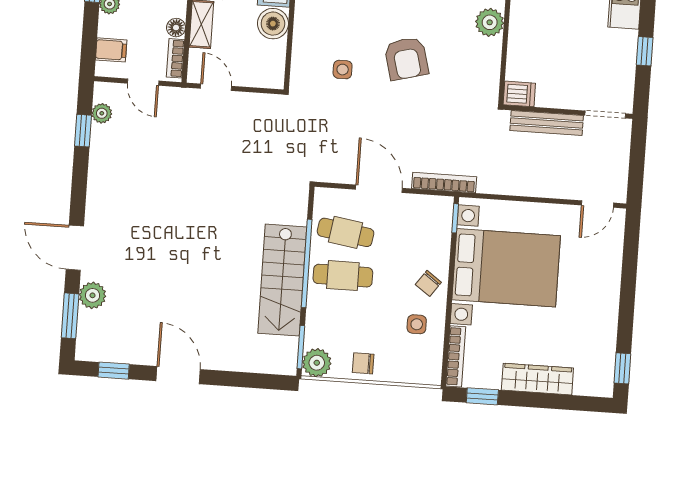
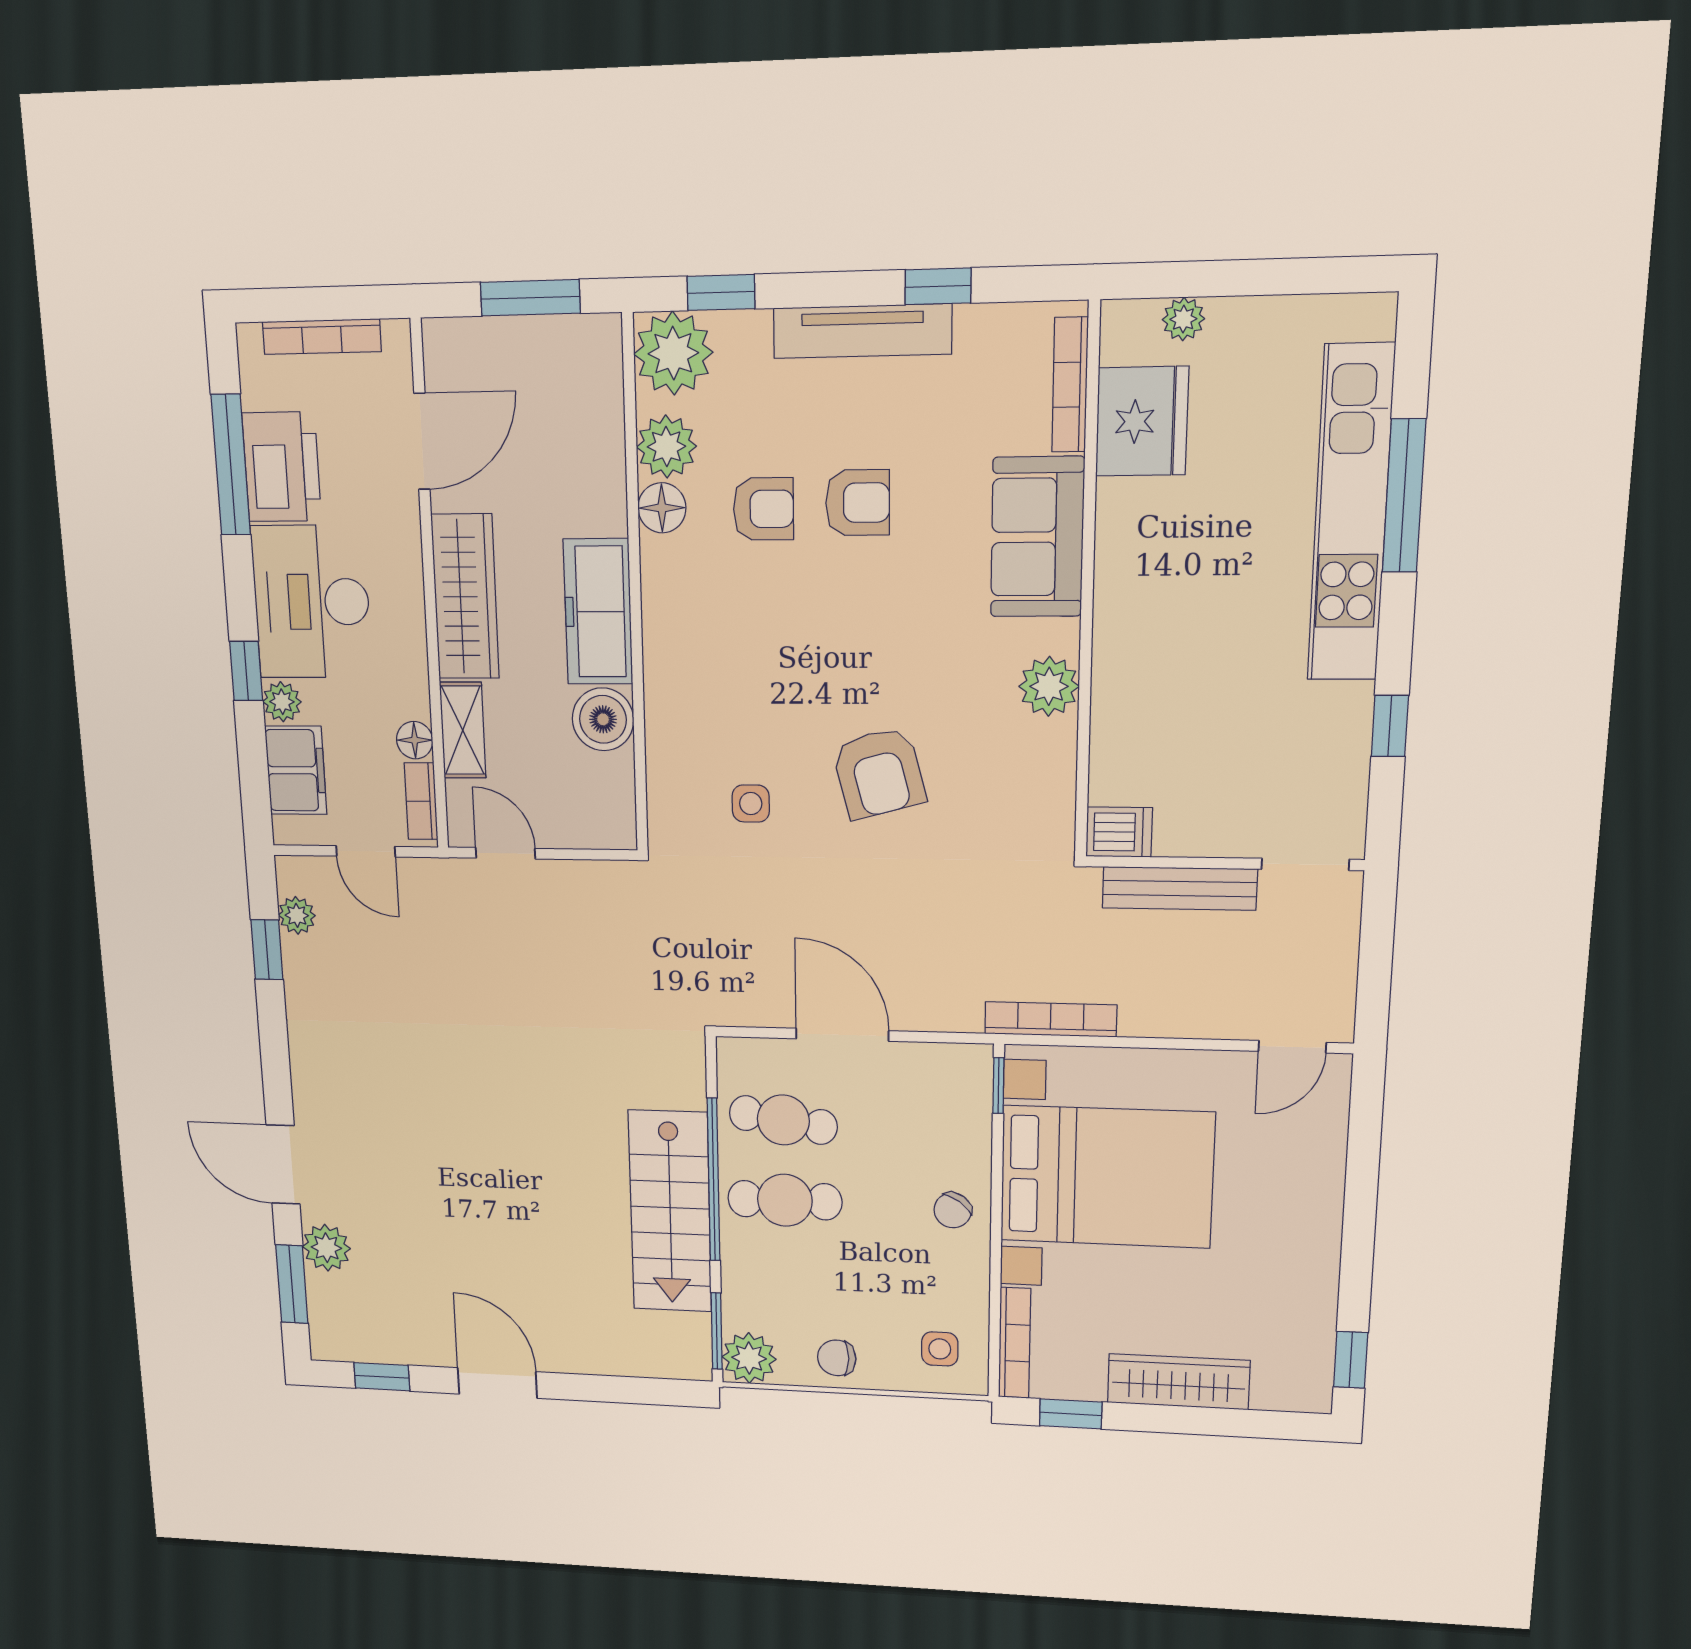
filing cabinet: (111, 50) -> (296, 770), width x2.00
bookcase: (444, 183) -> (1051, 1019), moved
side table: (417, 324) -> (940, 1349), moved

